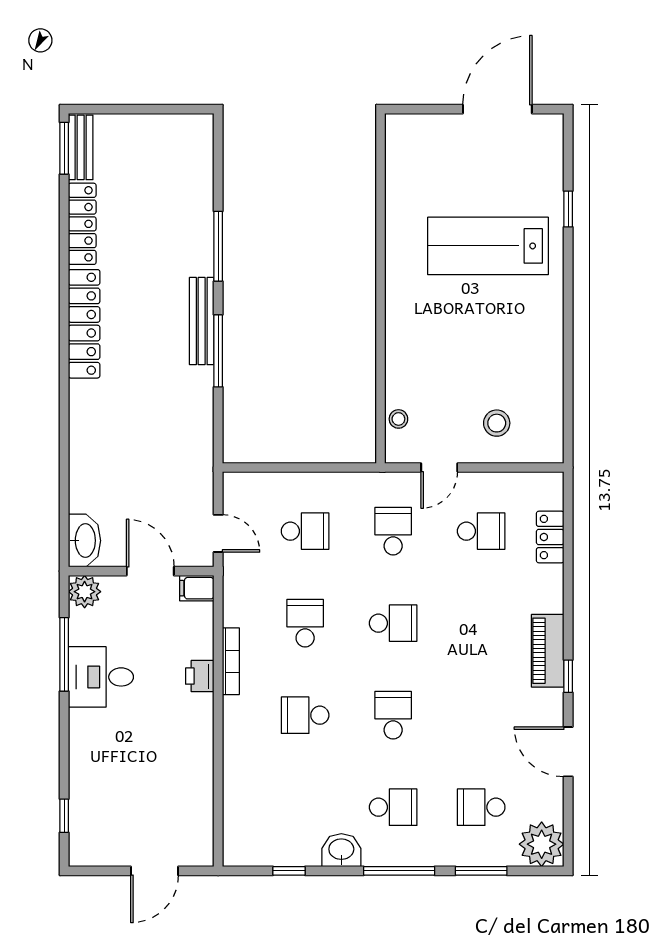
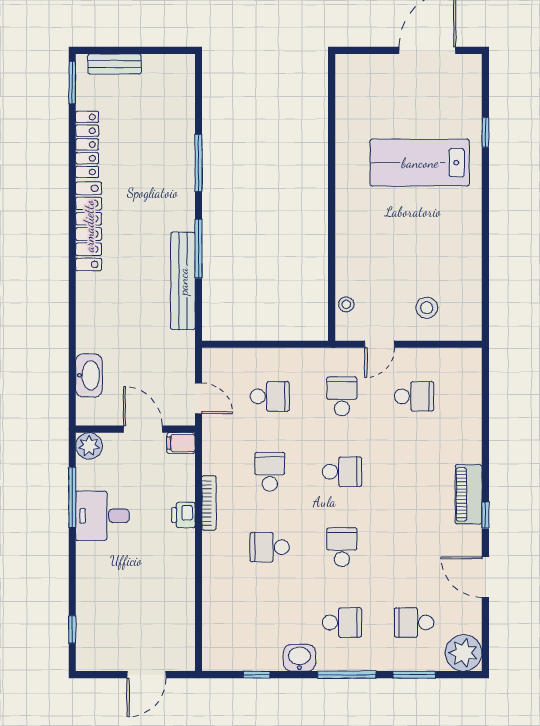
bench: (81, 147) -> (114, 64), moved, turned 90
bench: (202, 321) -> (183, 281), moved, width x1.37, depth x1.21
locker: (550, 537) -> (471, 401), removed
washbasin: (84, 541) -> (89, 375), moved

